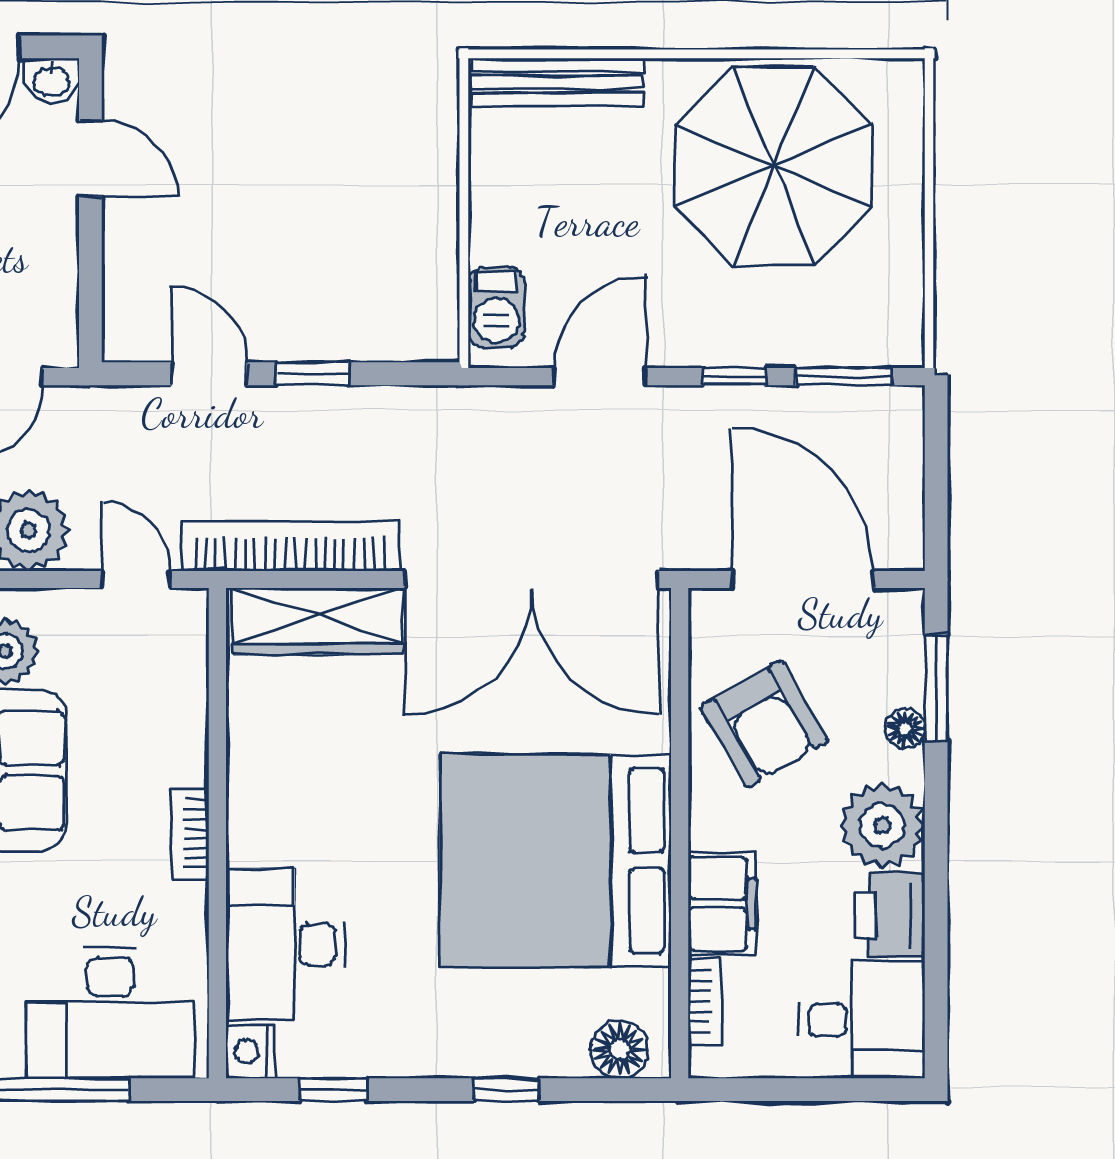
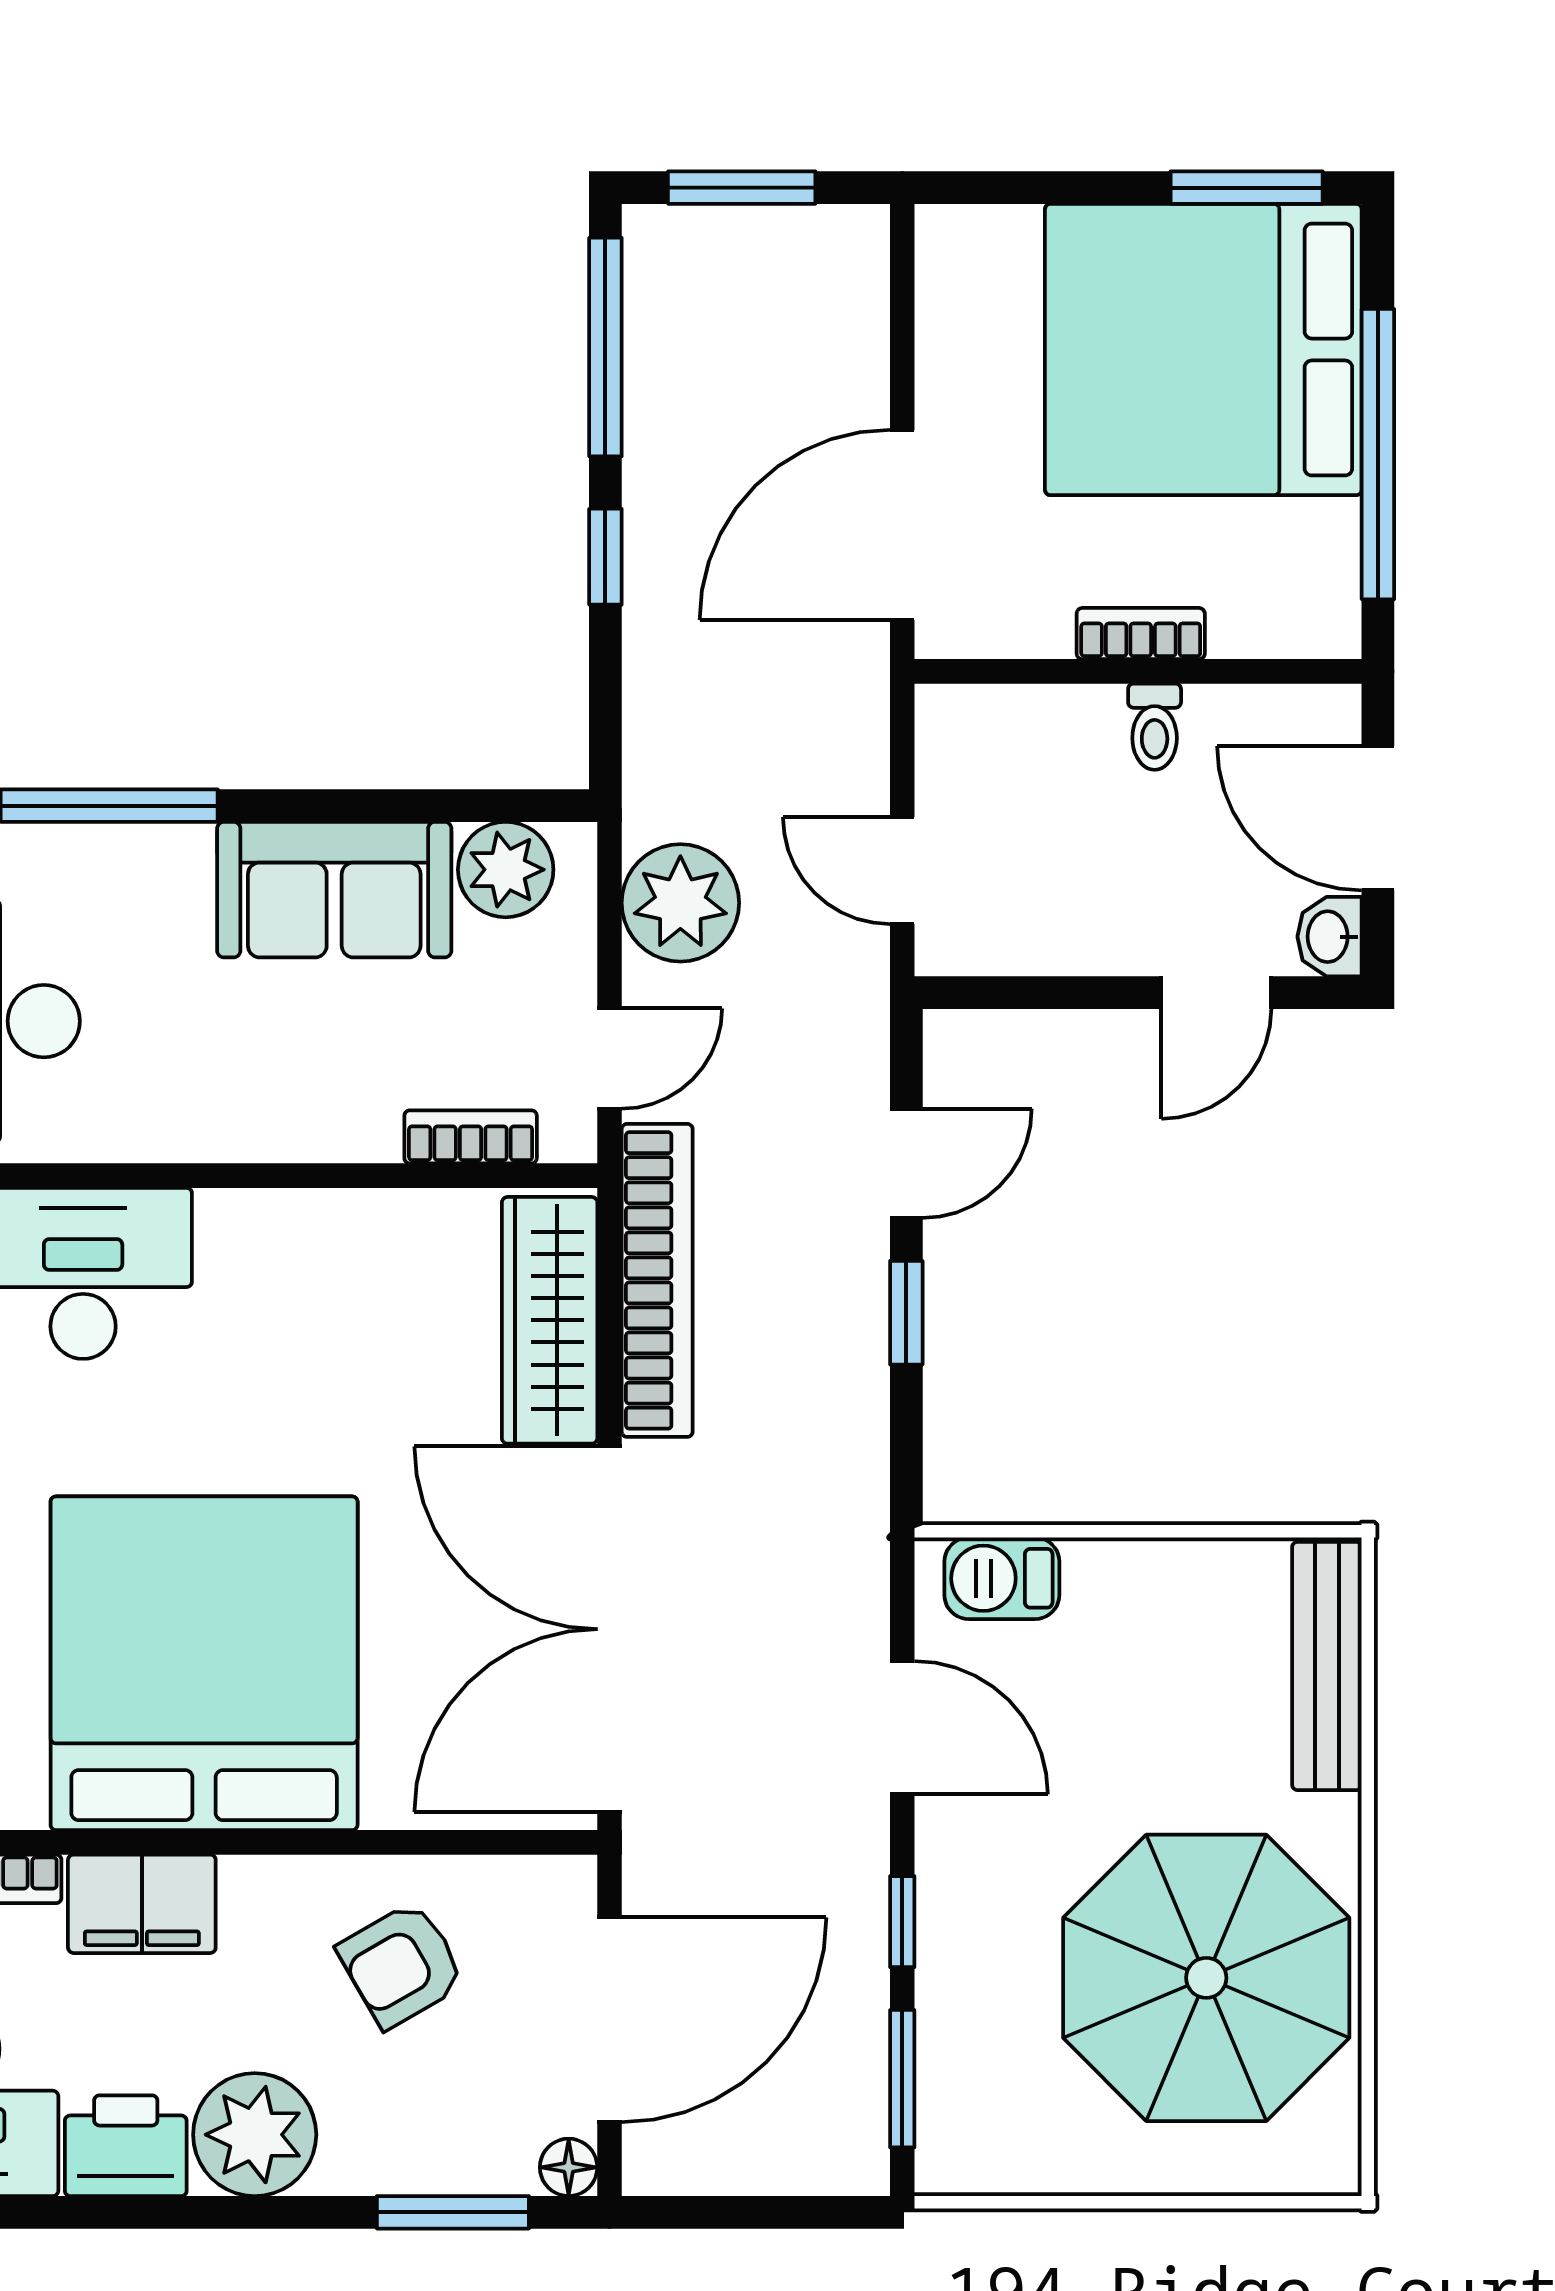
armchair: (764, 724) -> (402, 1965), width x0.72, depth x0.72
floor lamp: (905, 728) -> (569, 2167), moved
bookcase: (190, 834) -> (471, 1137), moved

